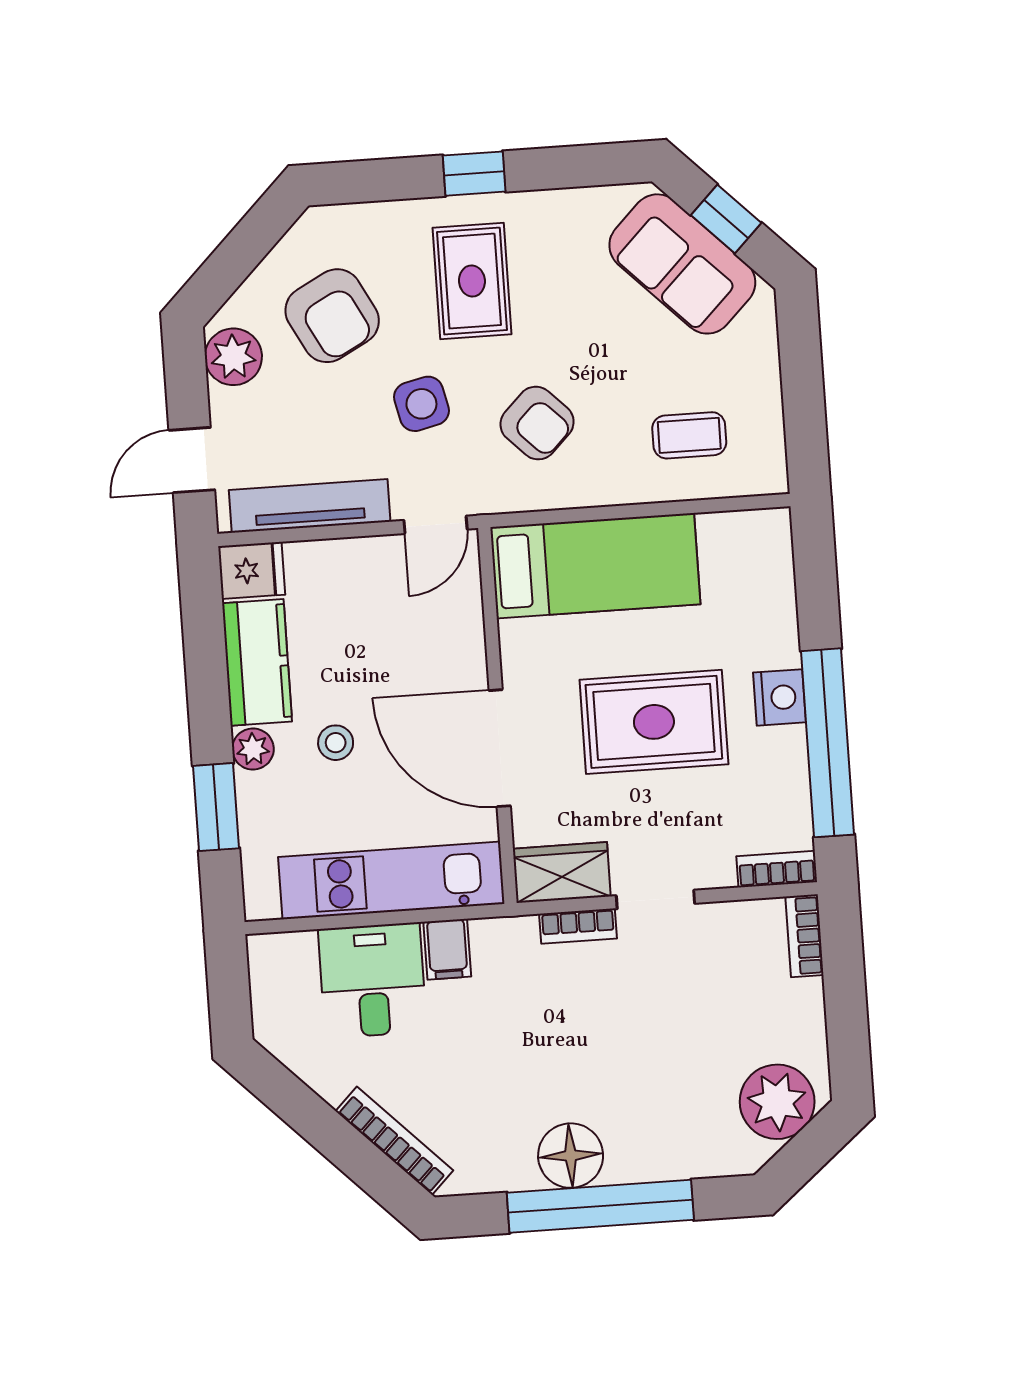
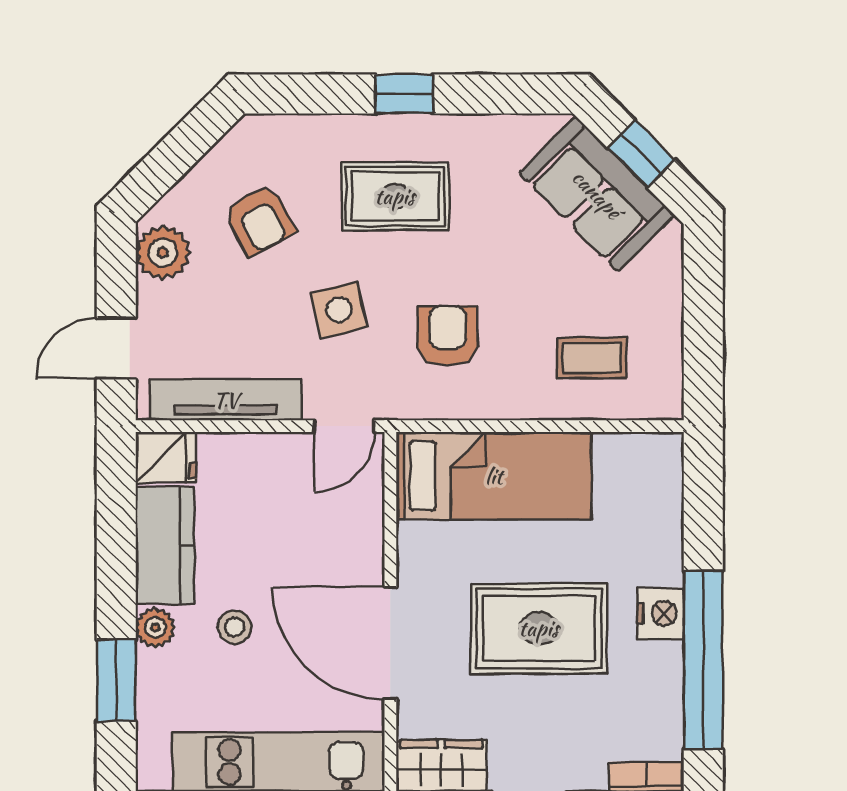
rug: (472, 281) -> (395, 196), turned 90
armchair: (332, 316) -> (260, 220), width x0.72, depth x0.72
armchair: (537, 423) -> (448, 336), turned -135

